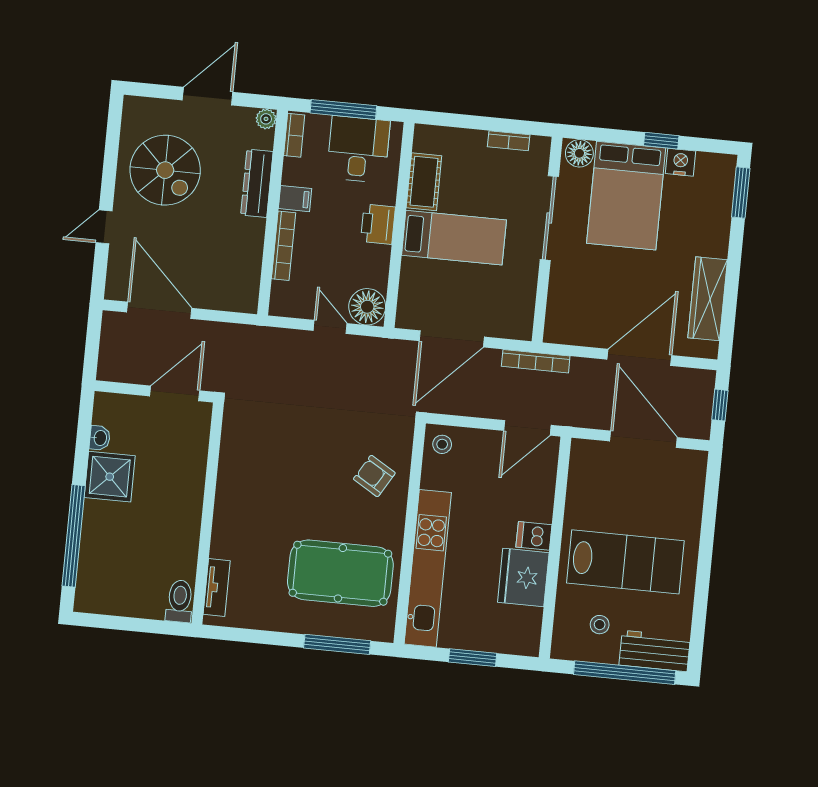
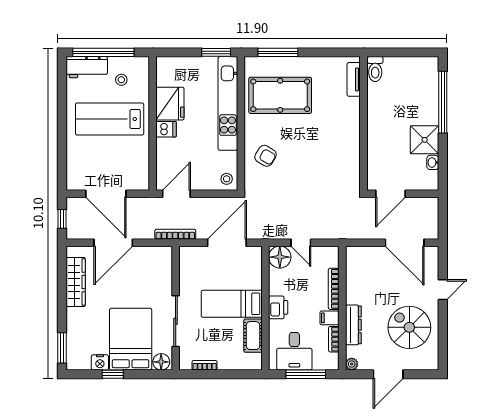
bookcase: (294, 135) -> (334, 339), moved
window: (473, 658) -> (216, 52), moved

